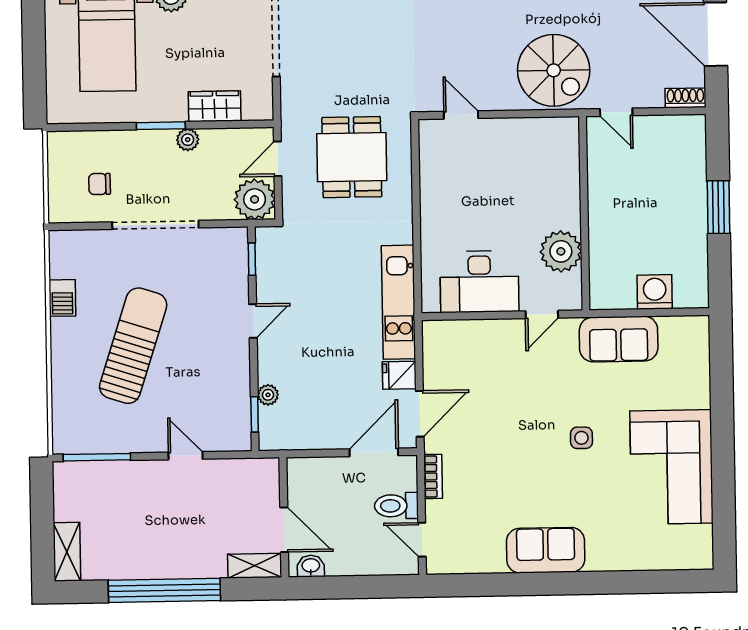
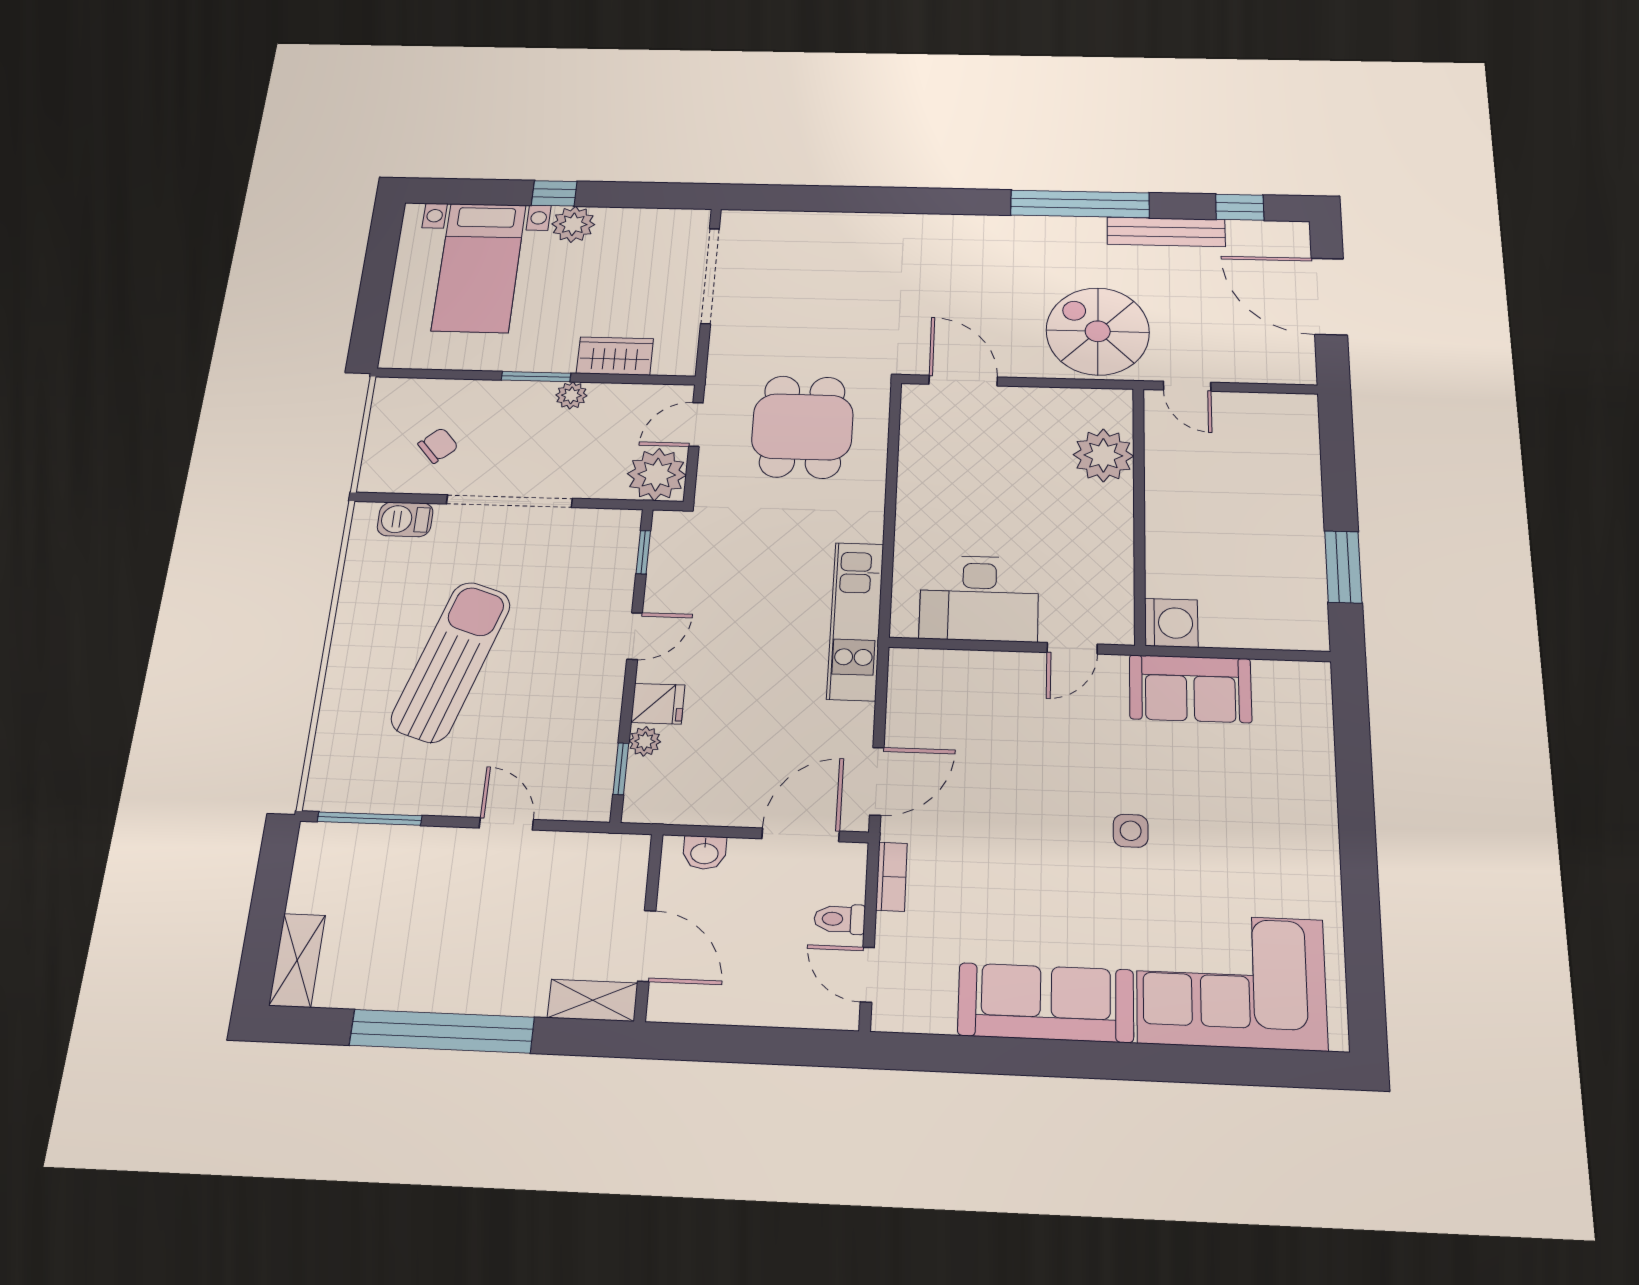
spiral stairs: (554, 70) -> (1098, 331), turned 180
shoe rack: (685, 98) -> (1288, 372), removed
door: (461, 115) -> (963, 381), width x1.38
chair: (100, 184) -> (438, 445), turned 139
window: (719, 207) -> (1343, 567), moved
plant: (561, 251) -> (1103, 455), moved
washing machine: (655, 292) -> (1171, 623), moved, turned 90
barbecue: (62, 298) -> (405, 519), moved, turned 90
fridge: (399, 375) -> (658, 704), moved, turned 180
corner sofa: (671, 467) -> (1231, 981), moved, turned 90
toilet: (396, 506) -> (839, 919), width x0.73, depth x0.72
sofa: (546, 550) -> (1046, 1003), width x1.36
washbasin: (311, 566) -> (705, 853), moved, turned 180

